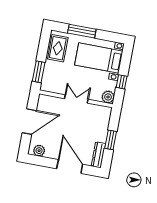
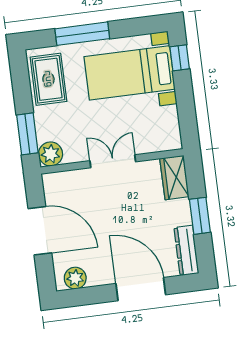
window: (122, 82) -> (180, 58), moved
plant: (108, 97) -> (51, 154), moved
wardrobe: (104, 117) -> (174, 178), added
door: (29, 122) -> (40, 231), hinge flipped

